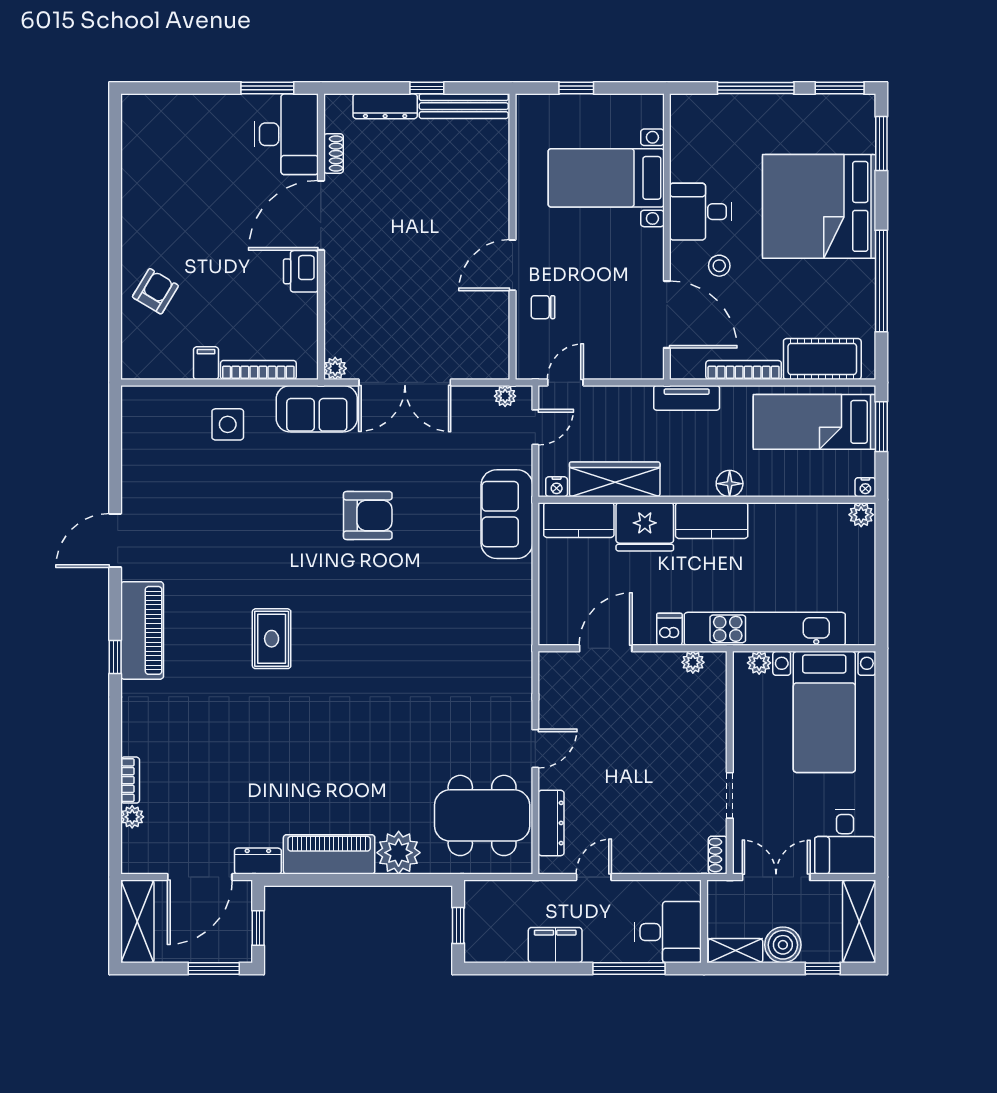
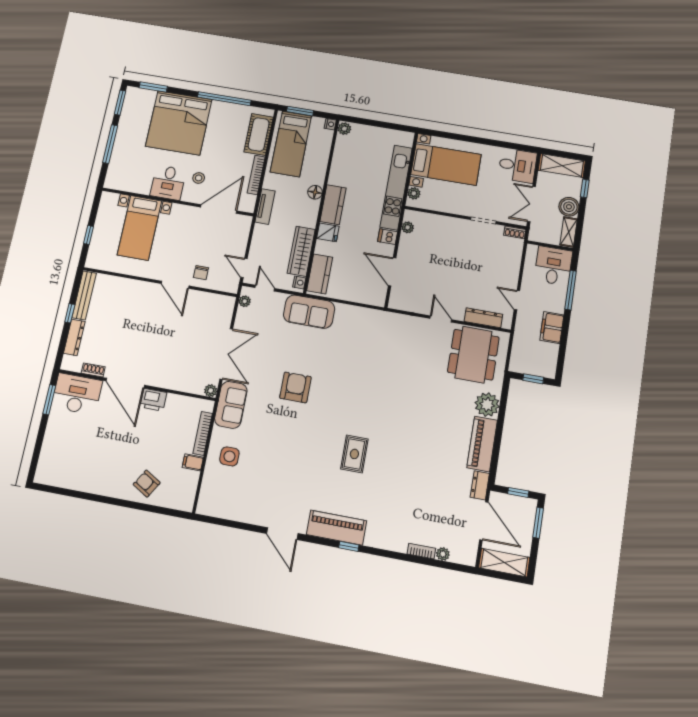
fridge: (645, 527) -> (328, 232), width x0.53, depth x0.75
rug: (272, 639) -> (354, 454), turned 90

